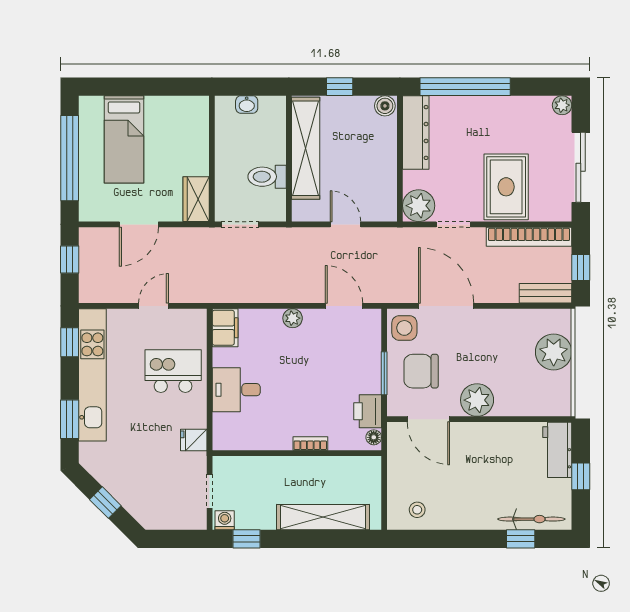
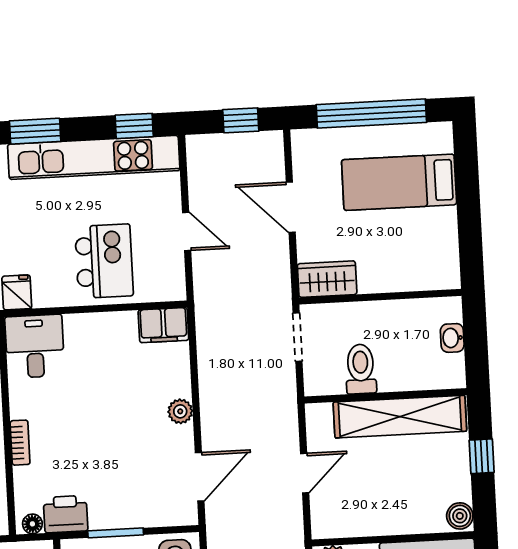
desk: (236, 390) -> (35, 346), moved

